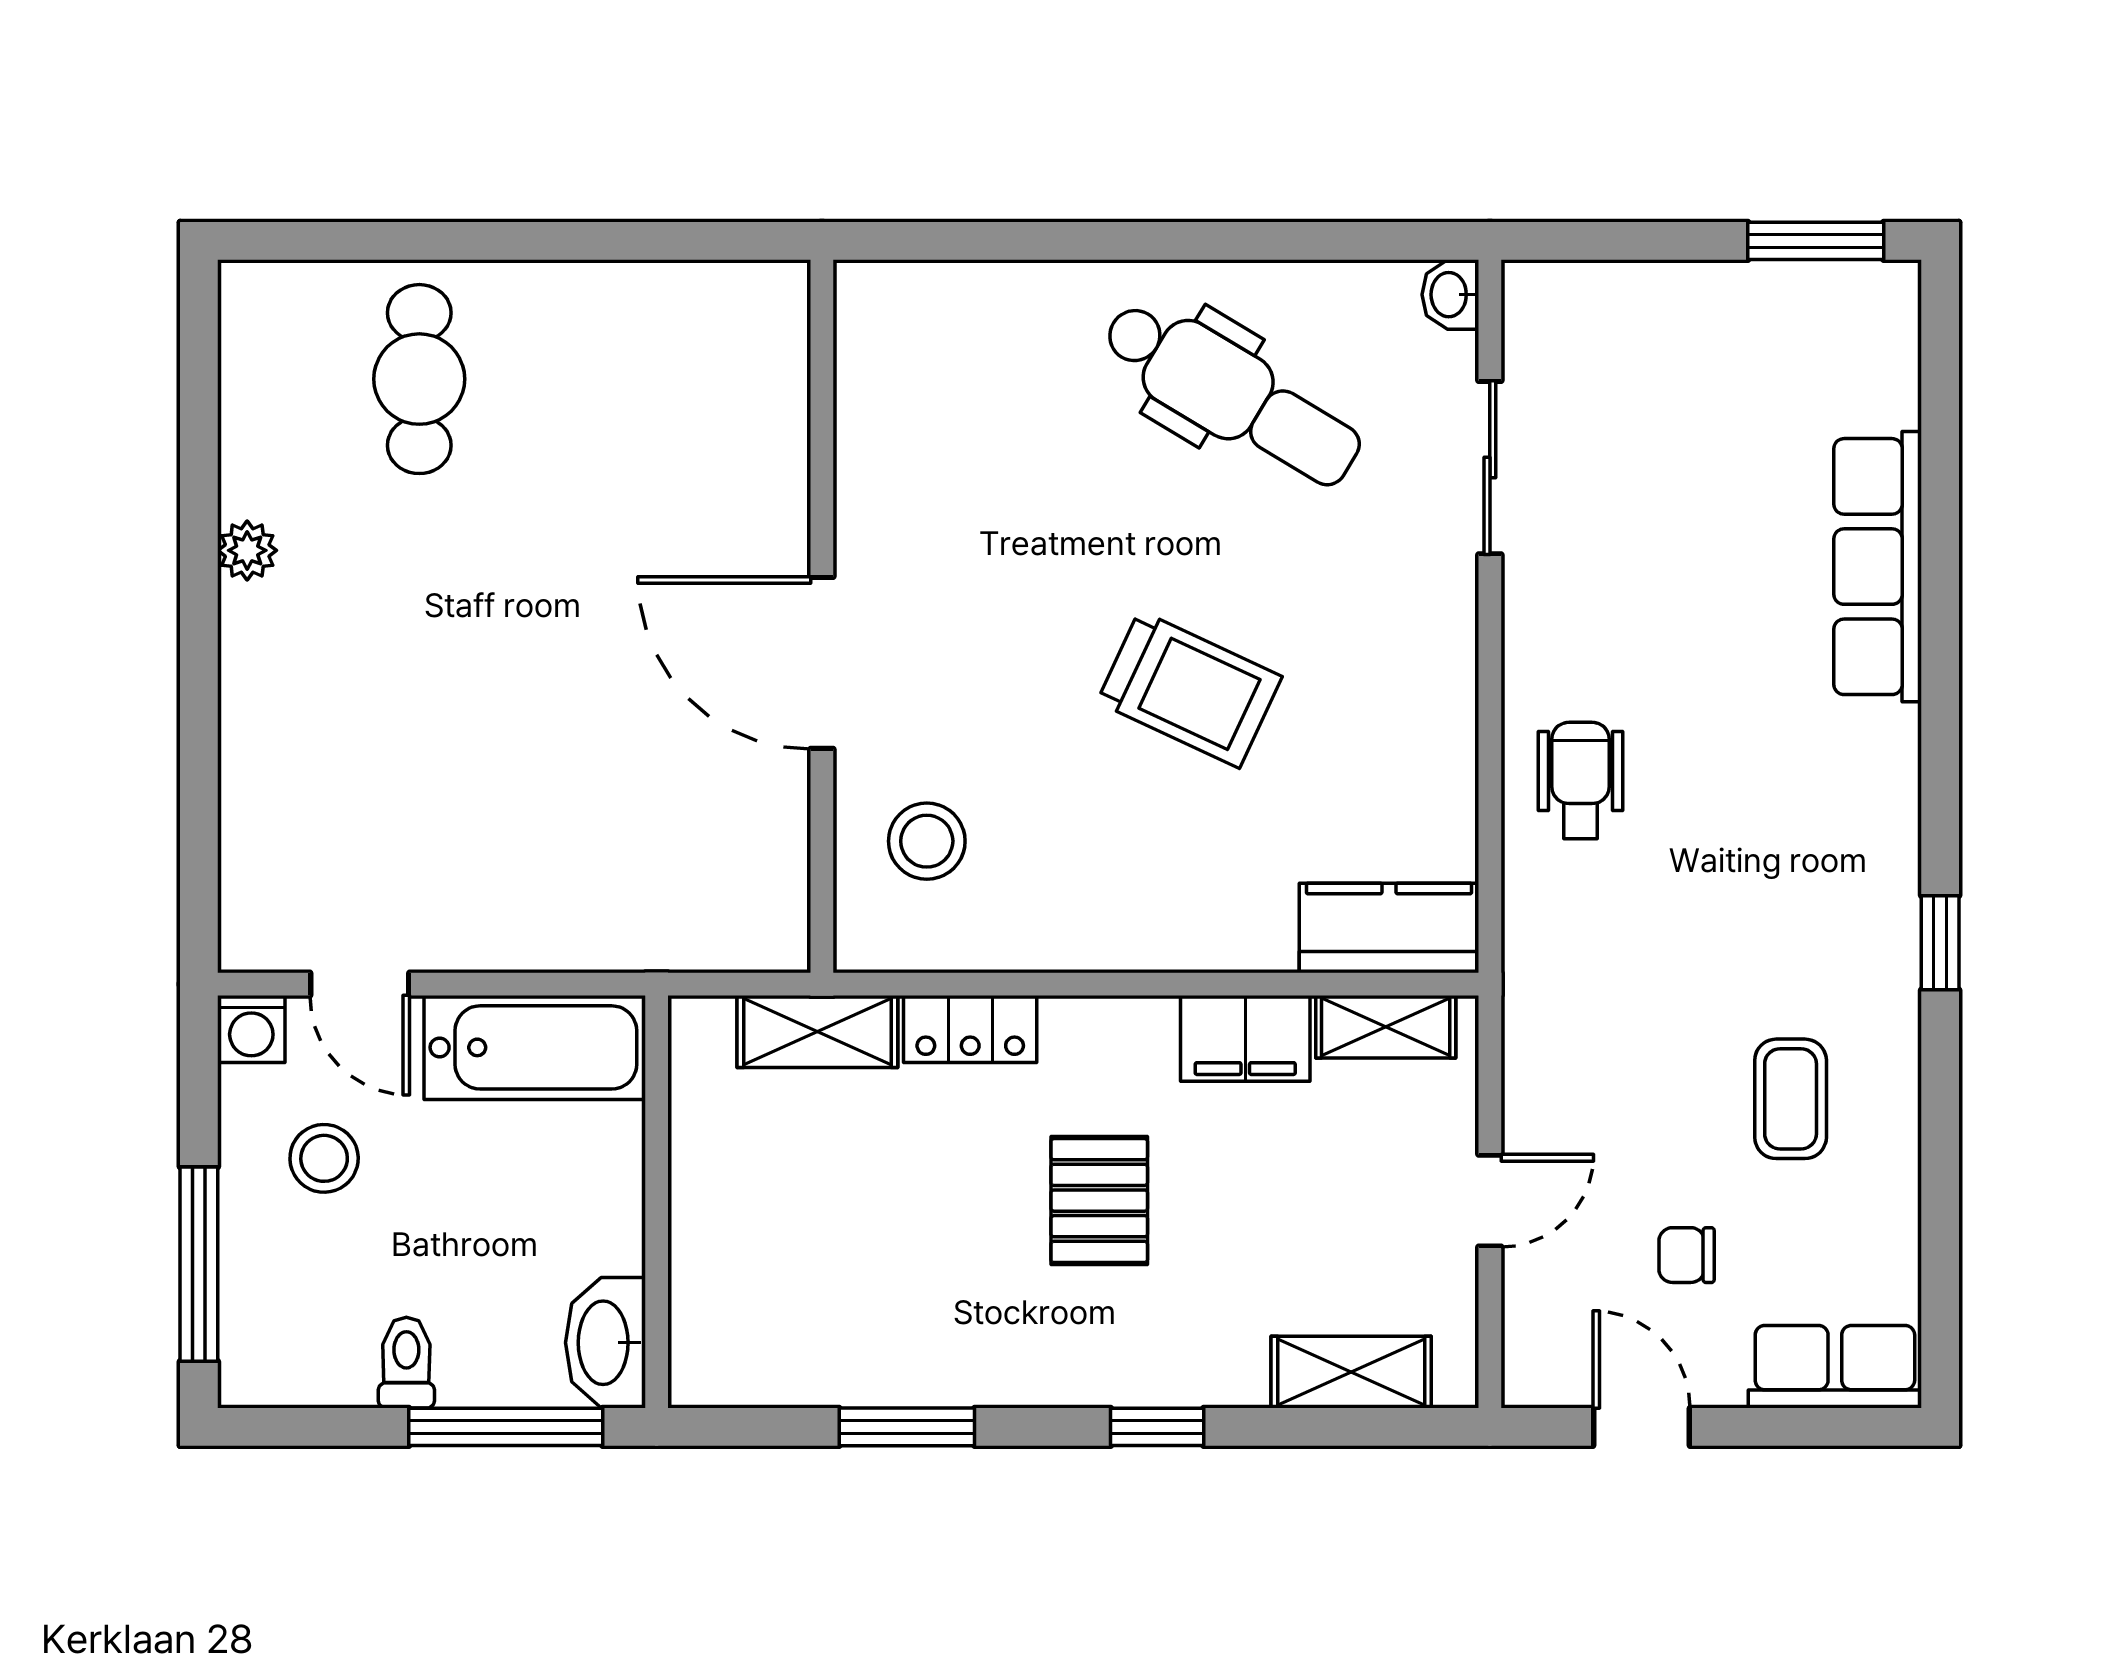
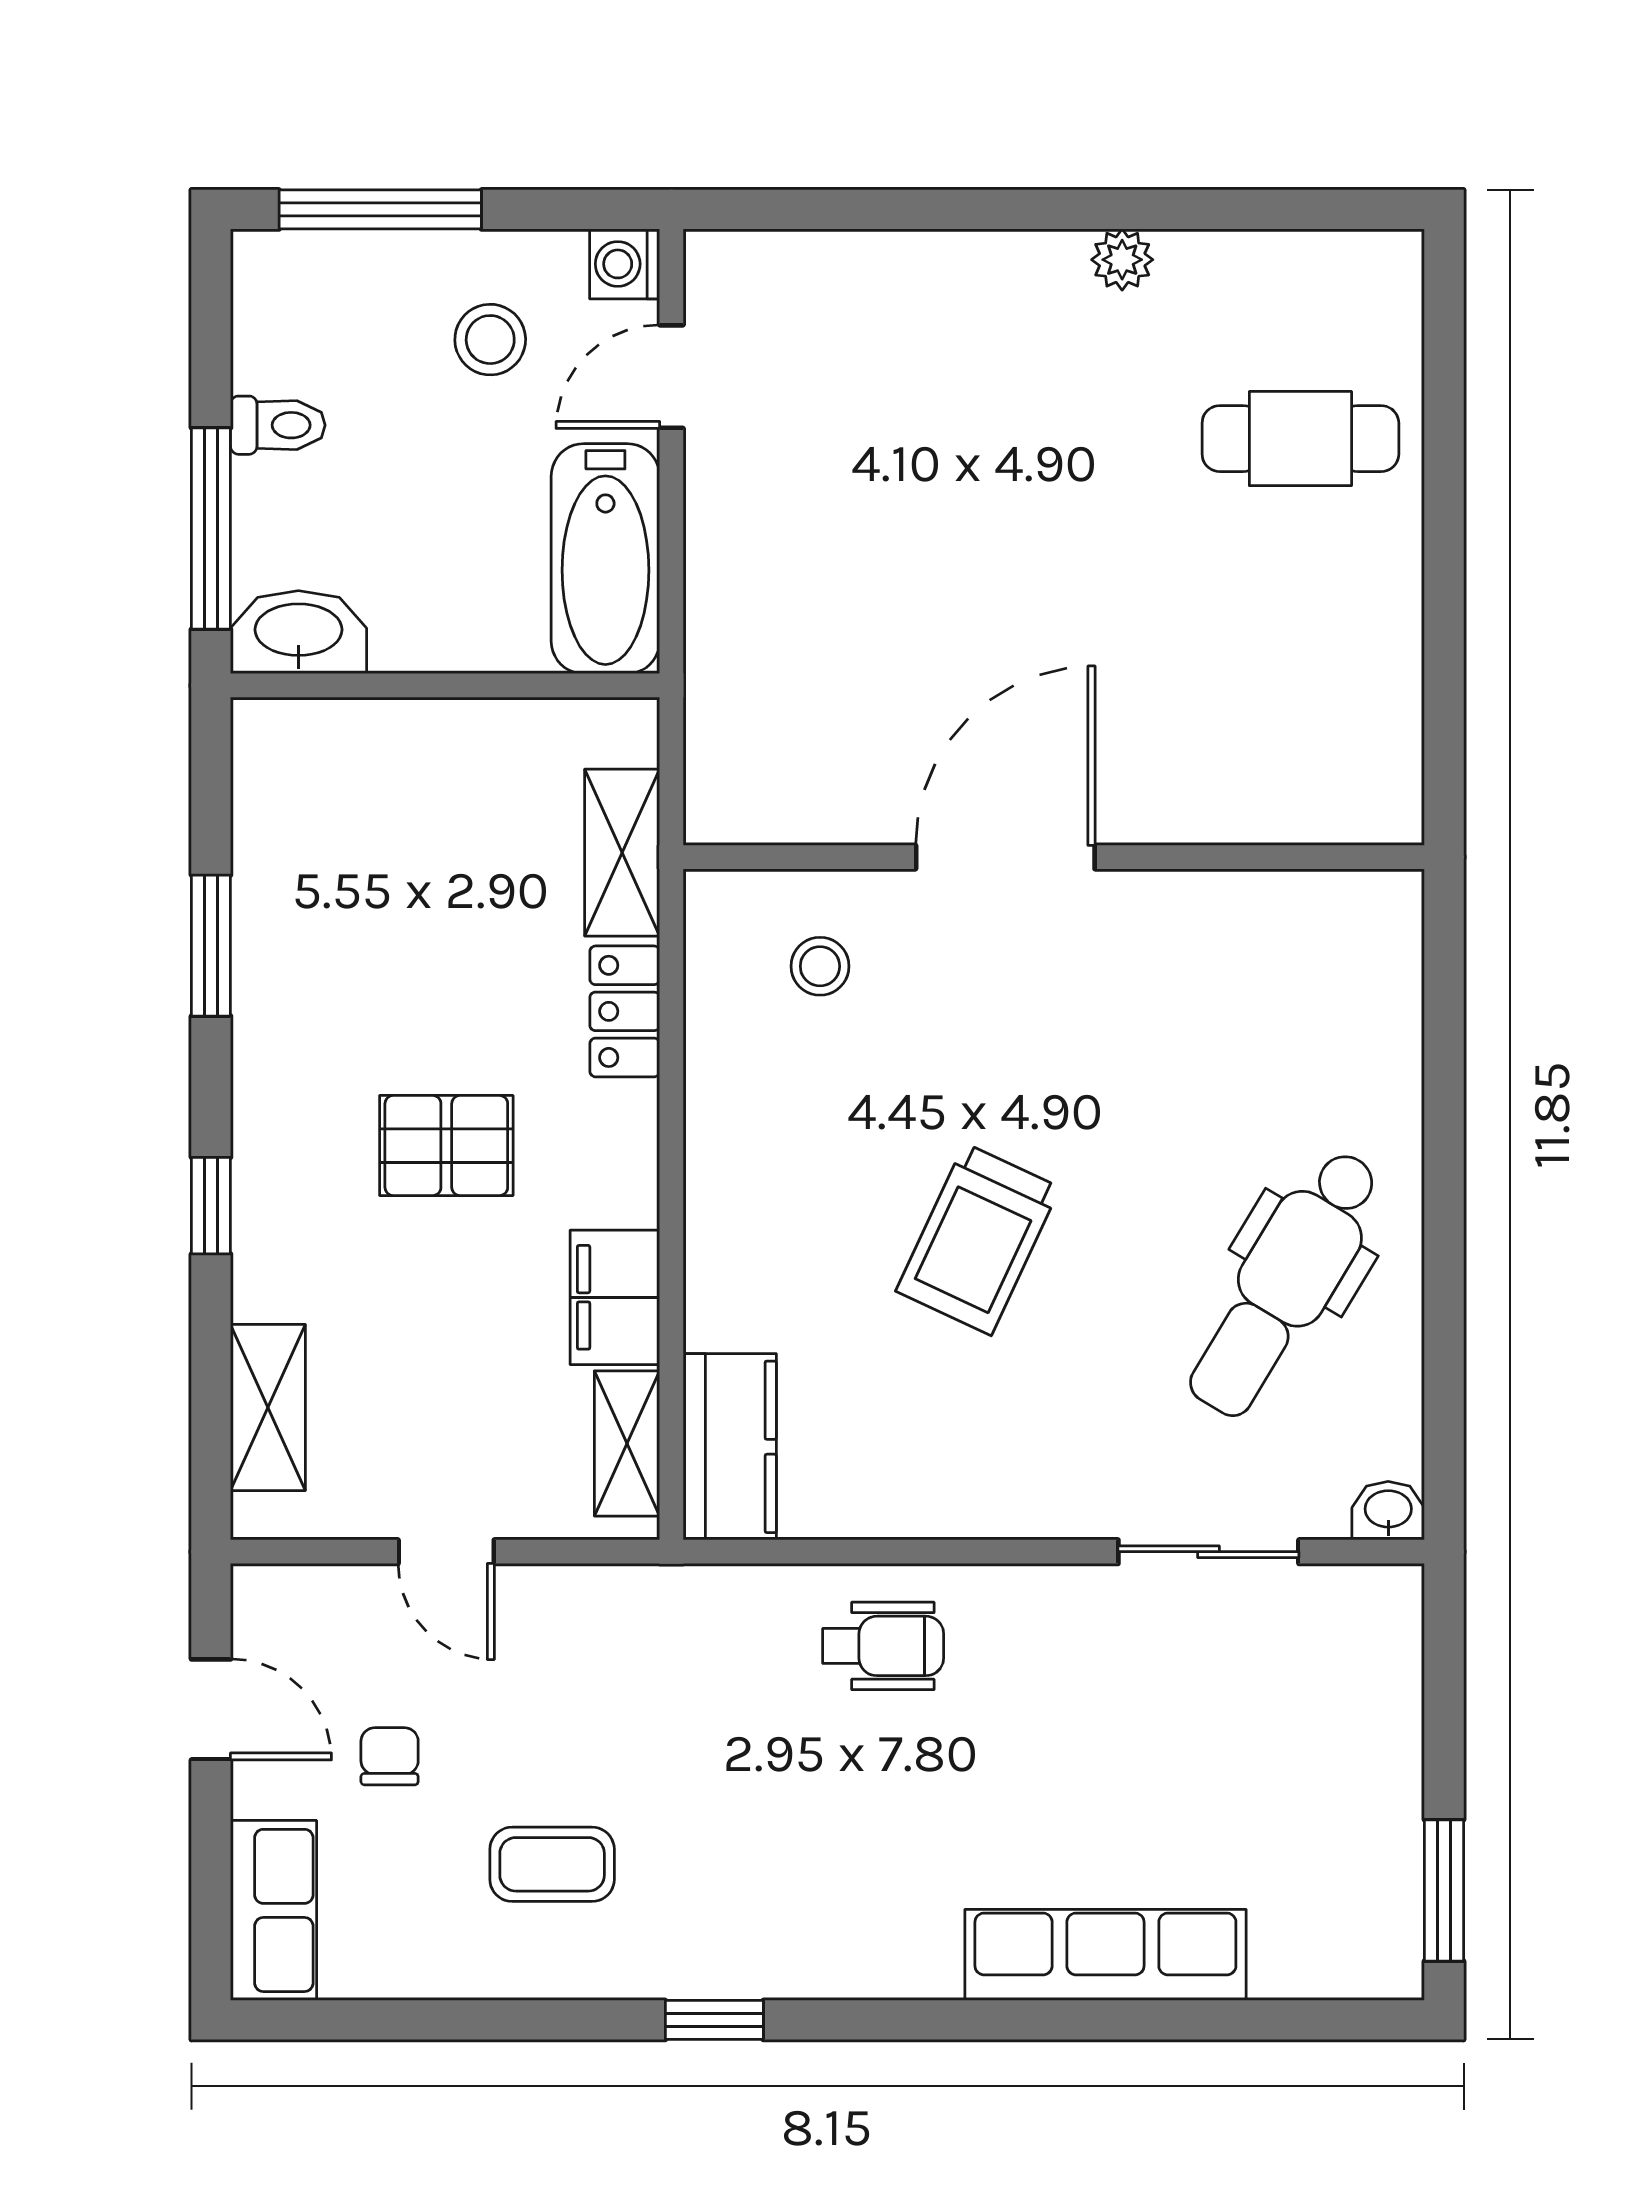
stool: (927, 841) -> (820, 966), width x0.73, depth x0.73
door: (1642, 1427) -> (211, 1709), hinge flipped

